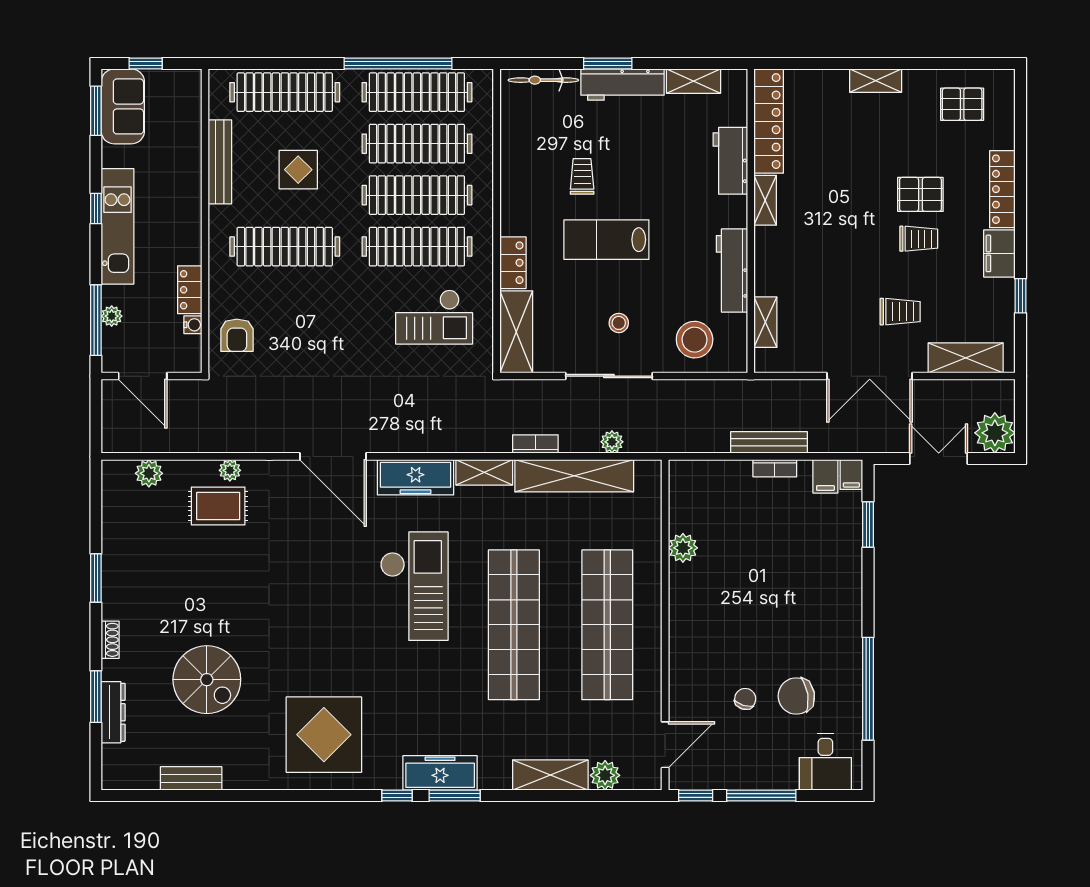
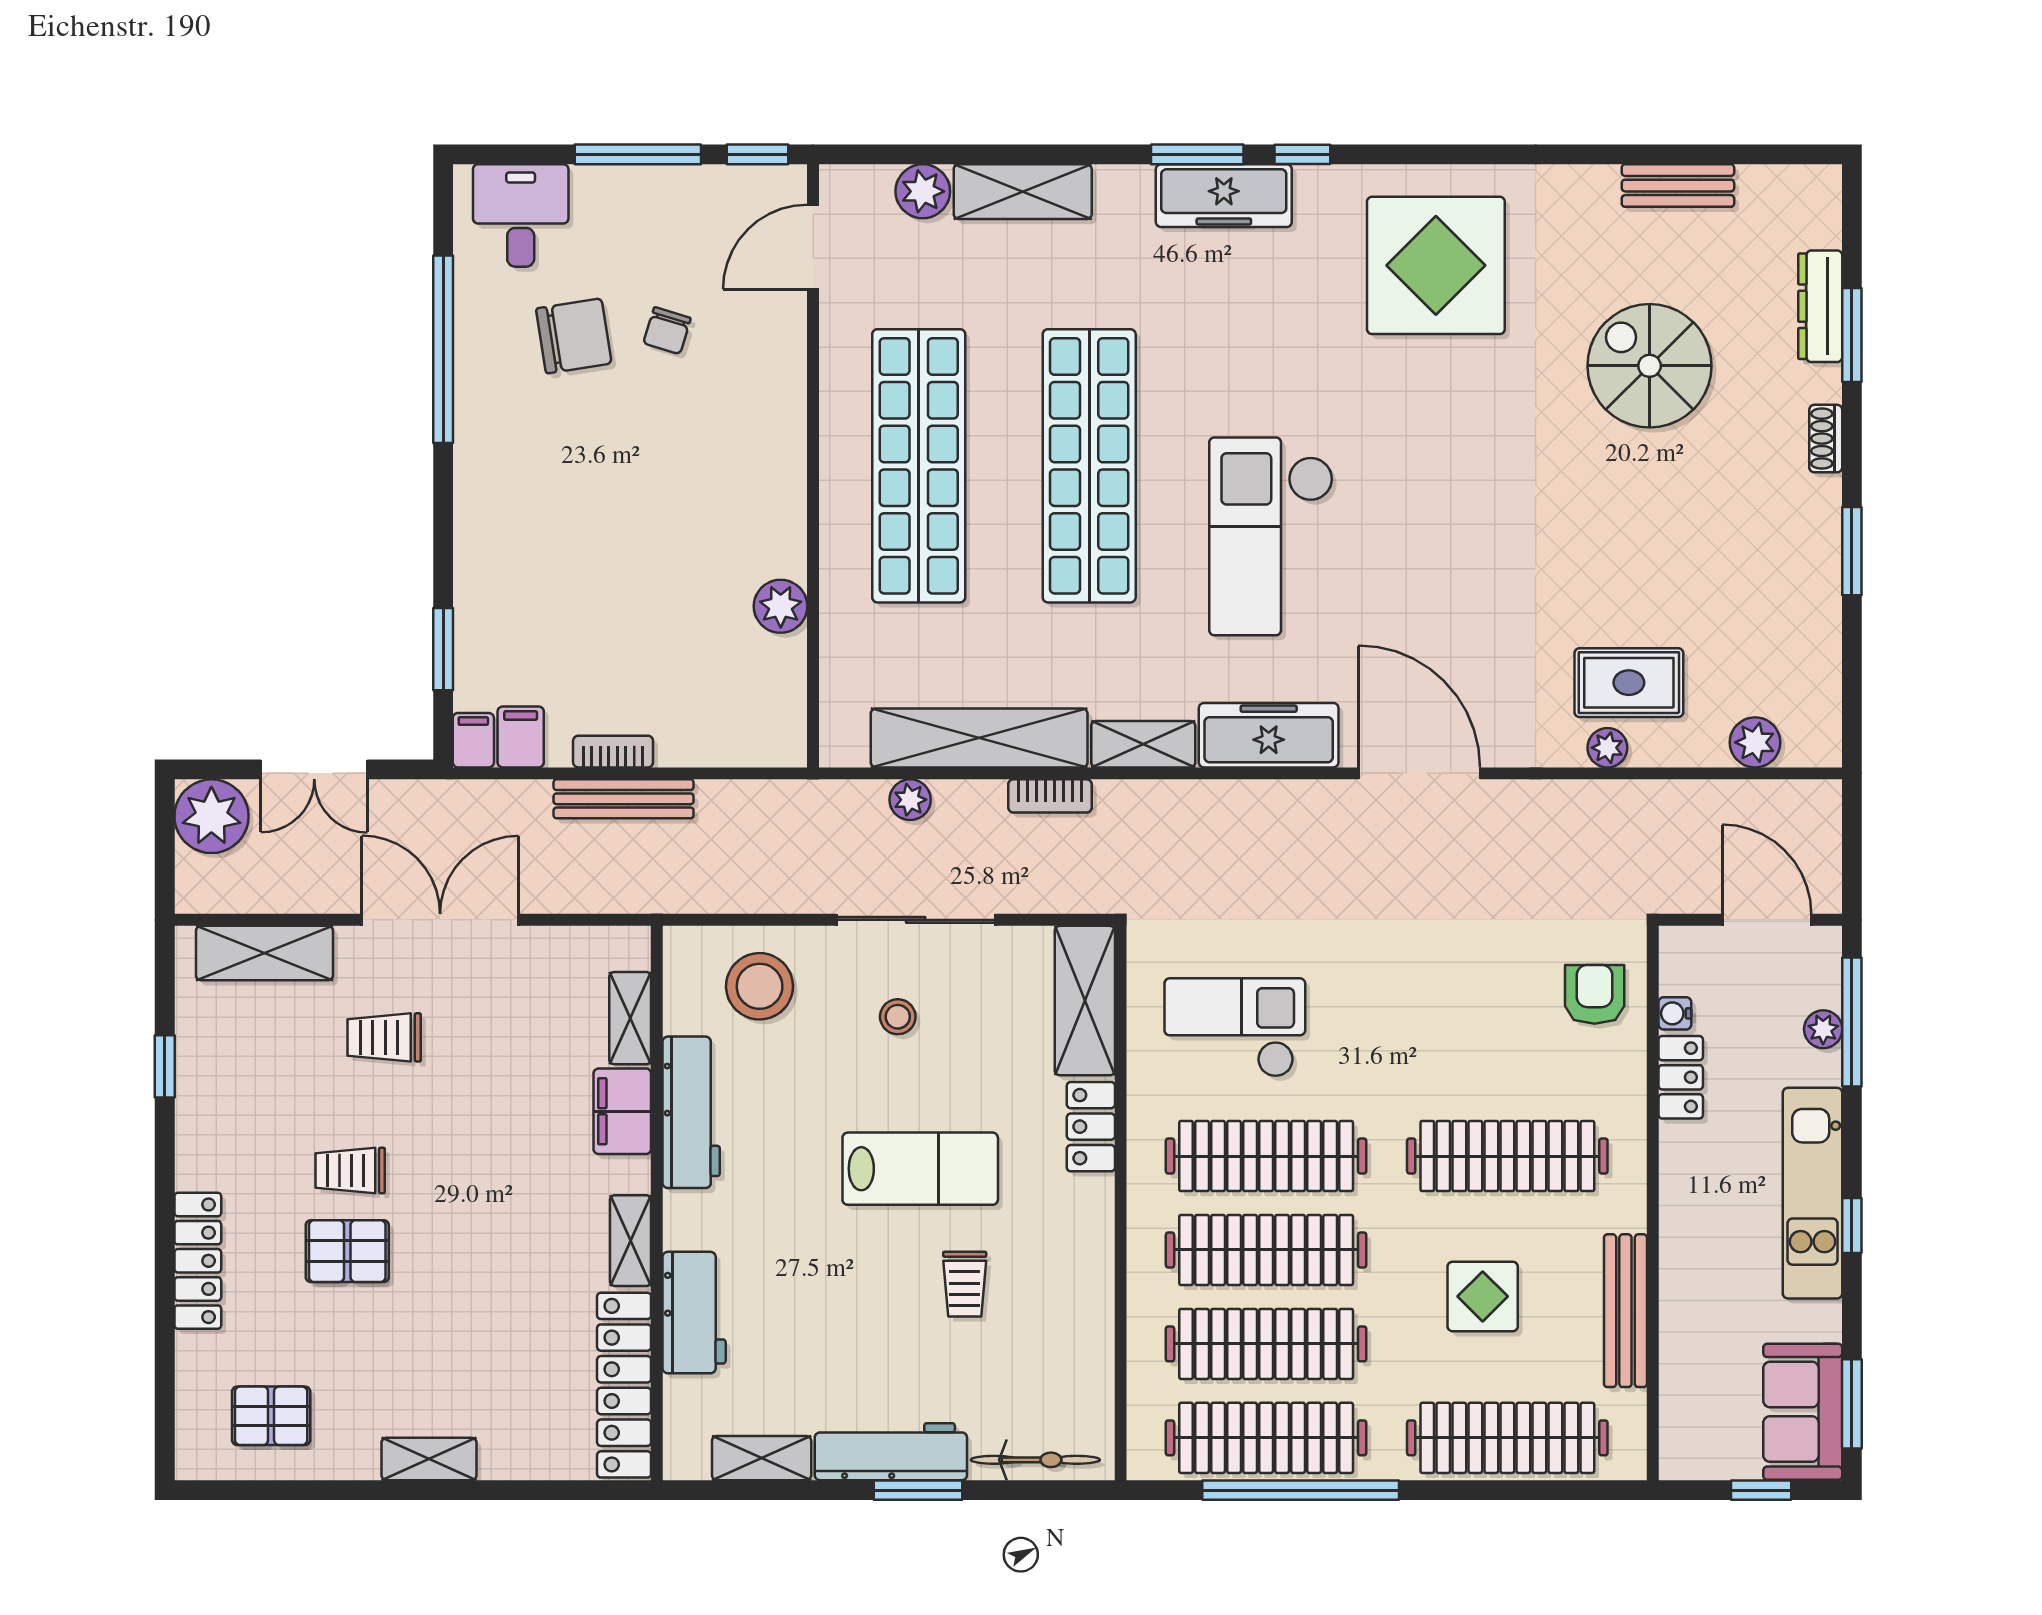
filing cabinet: (999, 253) -> (622, 1111), moved, turned 180

